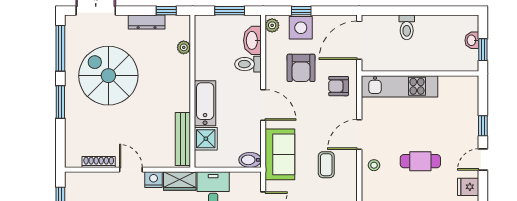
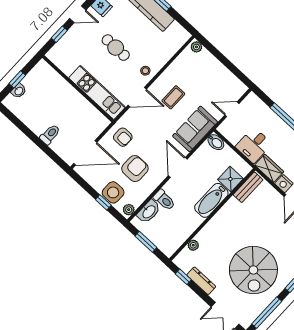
wall: (420, 73) -> (78, 89), moved
kitchen unit: (399, 86) -> (97, 92), moved
bench: (183, 139) -> (248, 187), width x0.73

